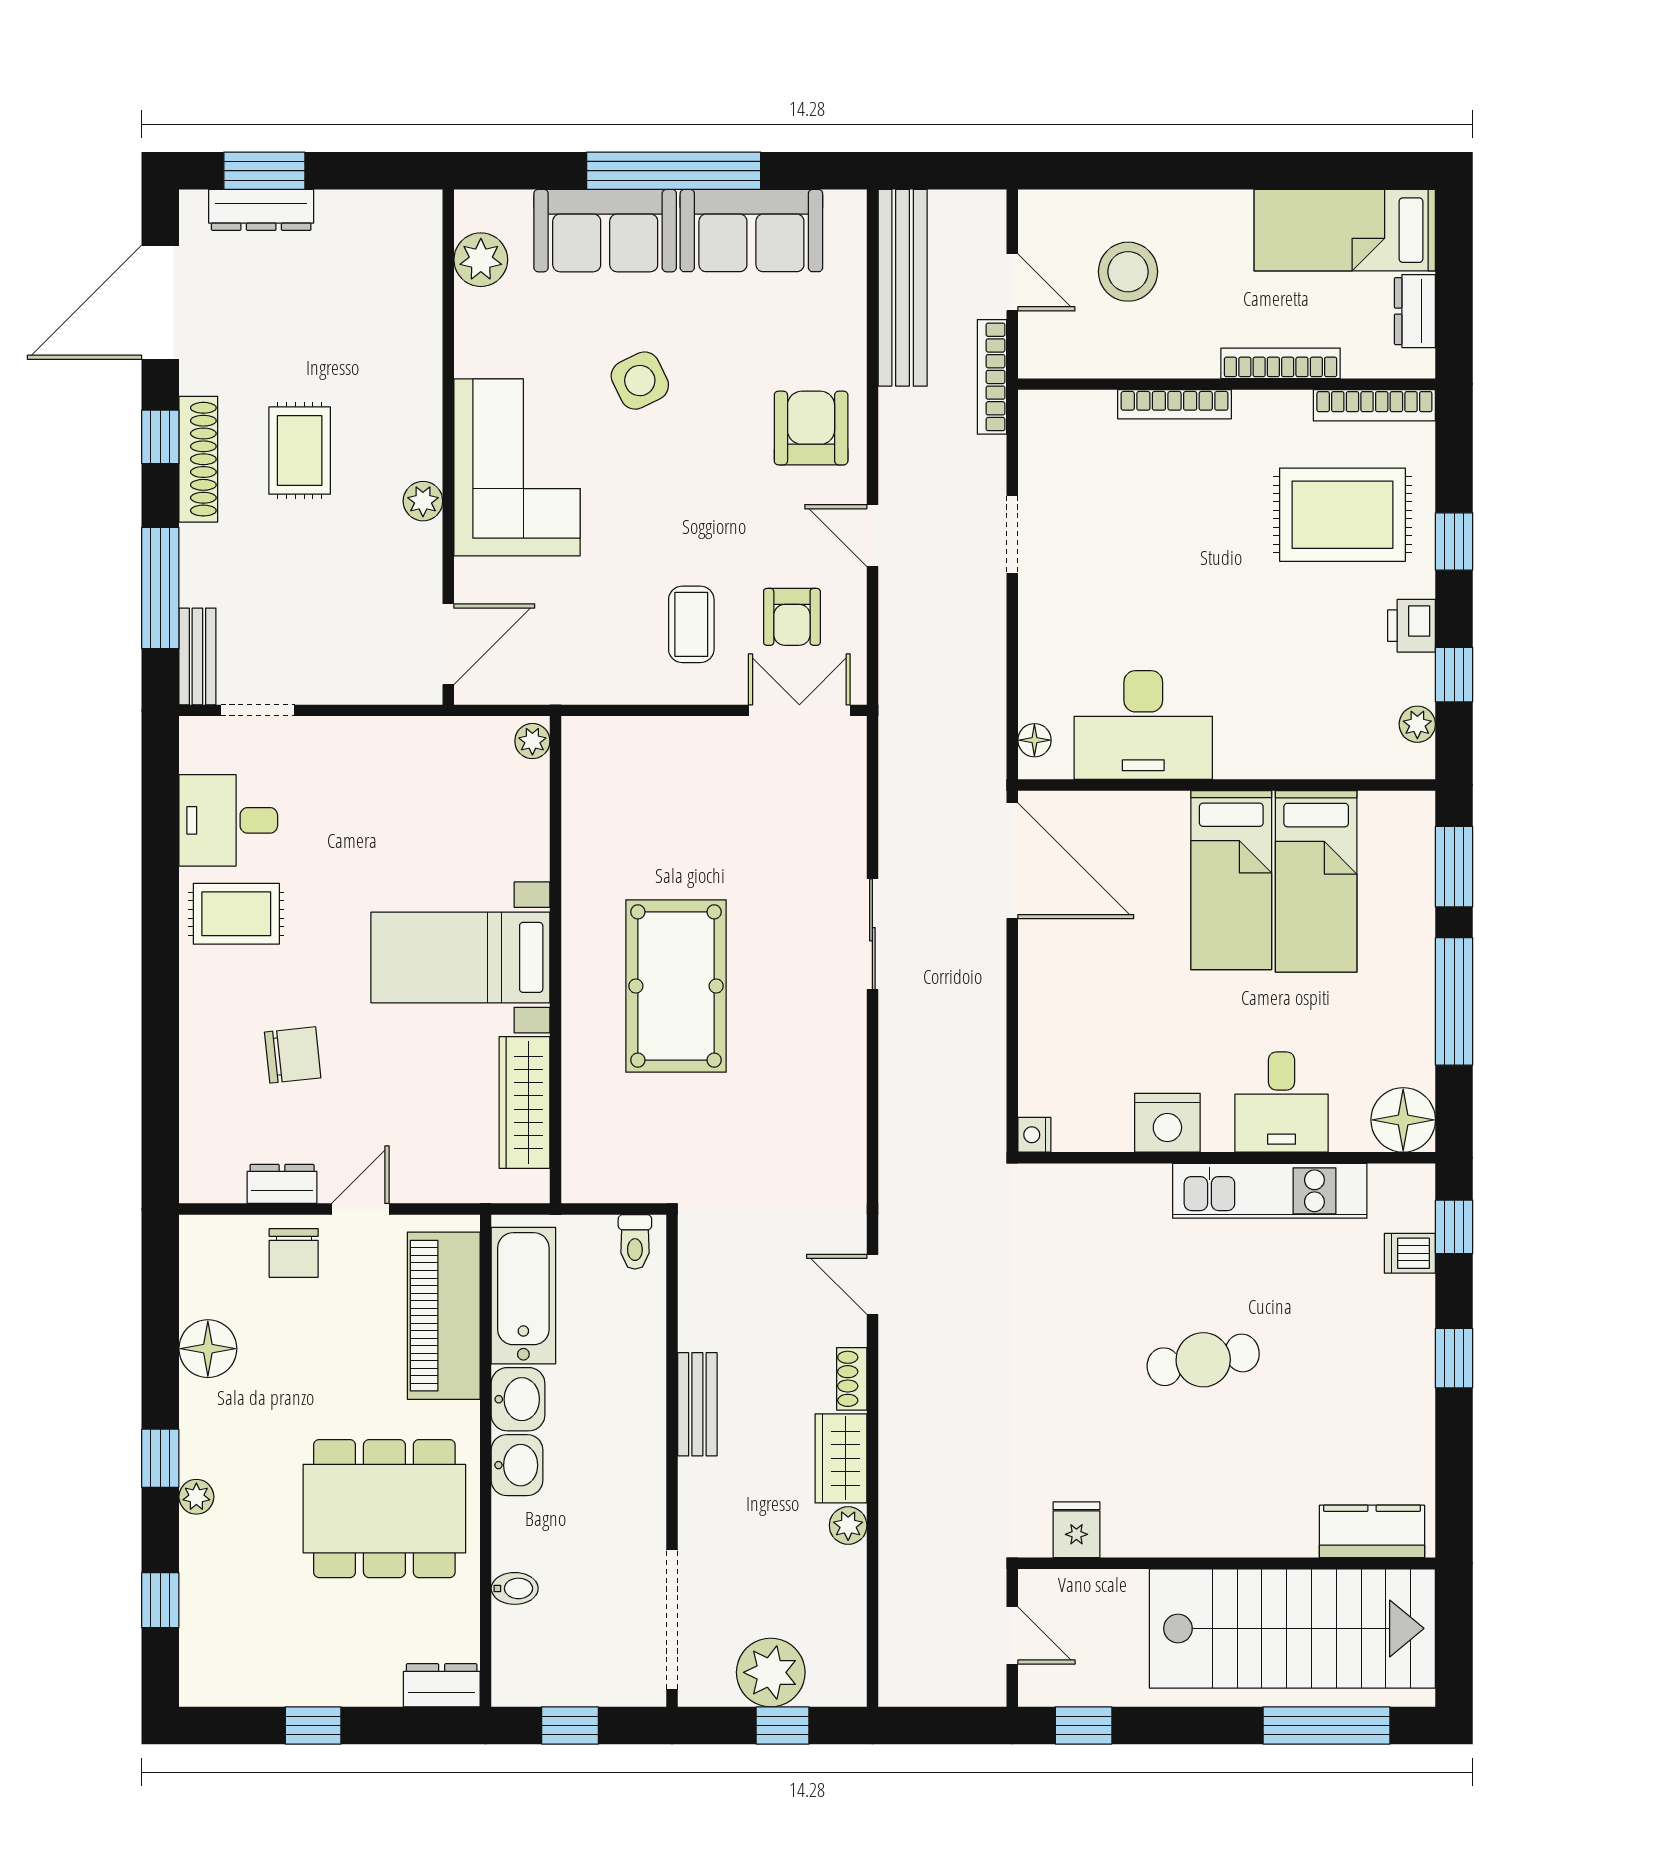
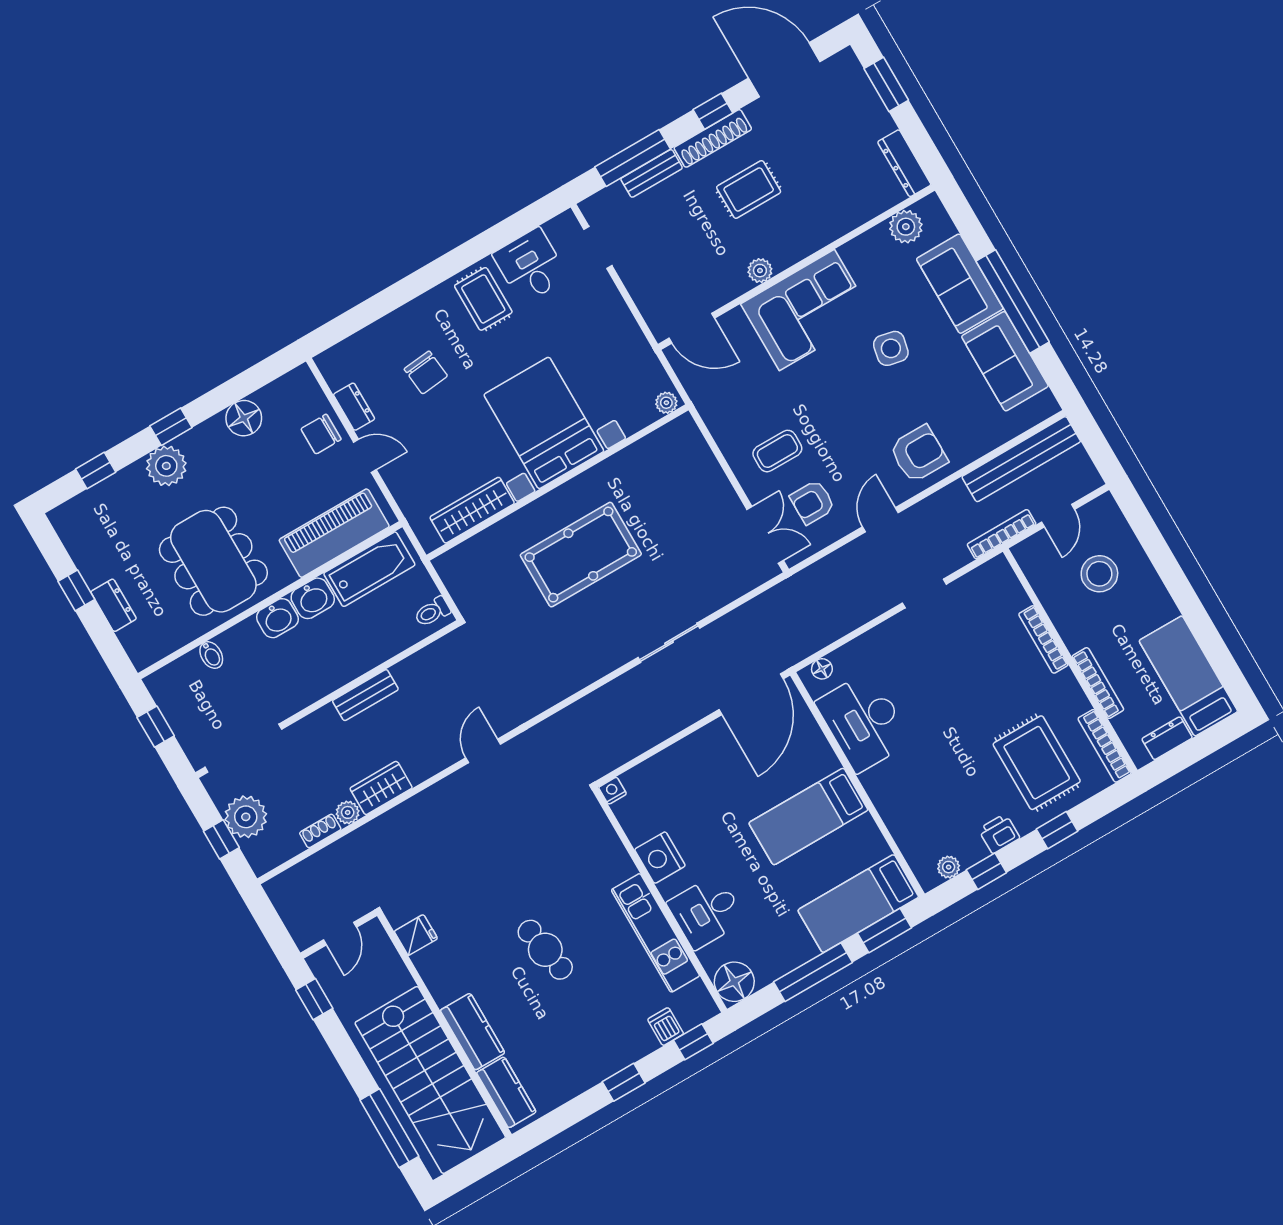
dresser: (261, 210) -> (904, 163), moved
side table: (640, 381) -> (891, 348), turned 38
bench: (197, 656) -> (652, 173), moved
bed: (1316, 881) -> (858, 904), moved
bed with nightstands: (460, 957) -> (544, 423), width x1.36
shoe rack: (852, 1379) -> (320, 831), moved
plant: (196, 1497) -> (166, 466), width x1.88, depth x1.88
kitchen counter: (1259, 1529) -> (473, 1032), added
dresser: (442, 1685) -> (114, 605), moved

